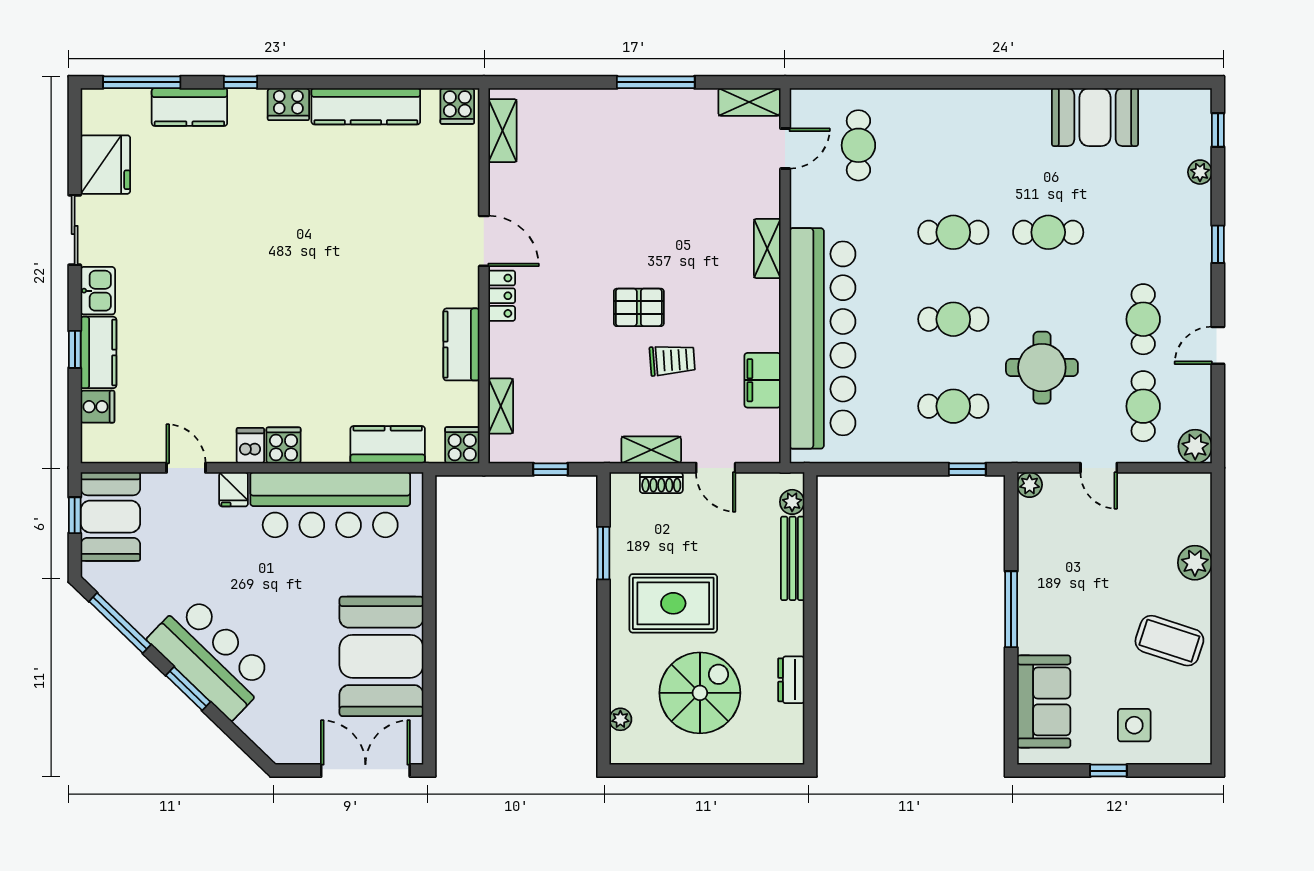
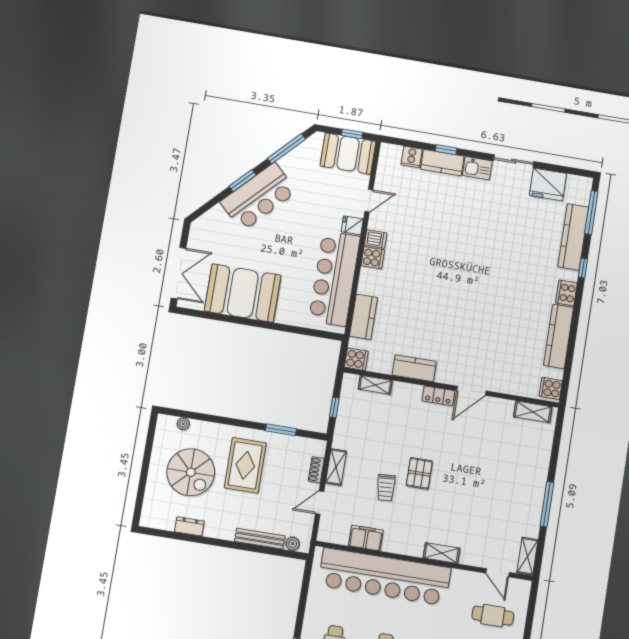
kitchen counter: (189, 107) -> (573, 237), width x1.50

